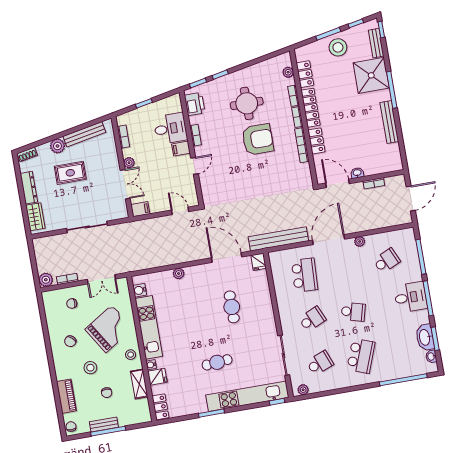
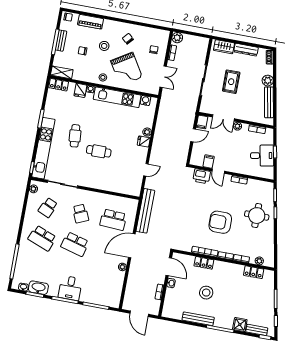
stool: (338, 47) -> (206, 293), moved
shower: (371, 75) -> (240, 325), width x0.54, depth x0.54
round table: (247, 103) -> (257, 216), moved
printer: (195, 104) -> (202, 176), moved
locker: (311, 108) -> (229, 267), removed
desk: (170, 129) -> (262, 156), moved, turned -101
armchair: (258, 139) -> (220, 222), turned 90
filing cabinet: (181, 149) -> (209, 161), moved
rug: (70, 173) -> (231, 82), moved
door: (337, 183) -> (169, 267), hinge flipped
door: (180, 211) -> (193, 135), moved
door: (329, 240) -> (132, 246), swing flipped
door: (227, 257) -> (146, 170), width x0.53
school desk: (387, 261) -> (102, 281), removed
fridge: (259, 262) -> (144, 141), moved
double door: (101, 279) -> (163, 77), swing flipped
cafe table: (232, 307) -> (99, 151), moved
school desk: (353, 312) -> (75, 244), width x1.85
school desk: (320, 363) -> (48, 208), turned 45
shelving: (139, 384) -> (62, 72), moved

